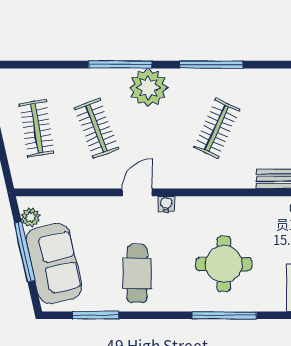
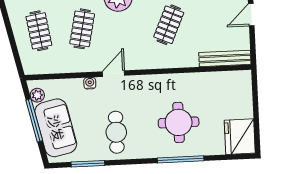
clothes rail: (97, 128) -> (82, 29), turned 33
water cooler: (166, 204) -> (90, 83), moved

